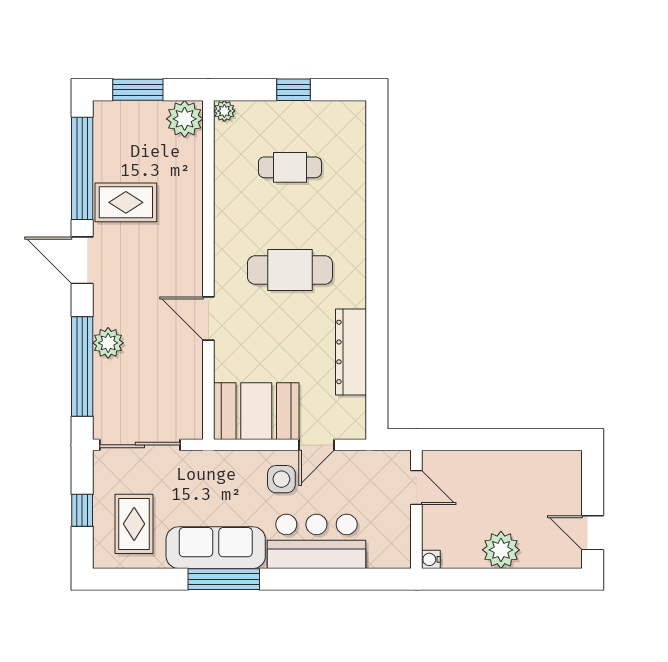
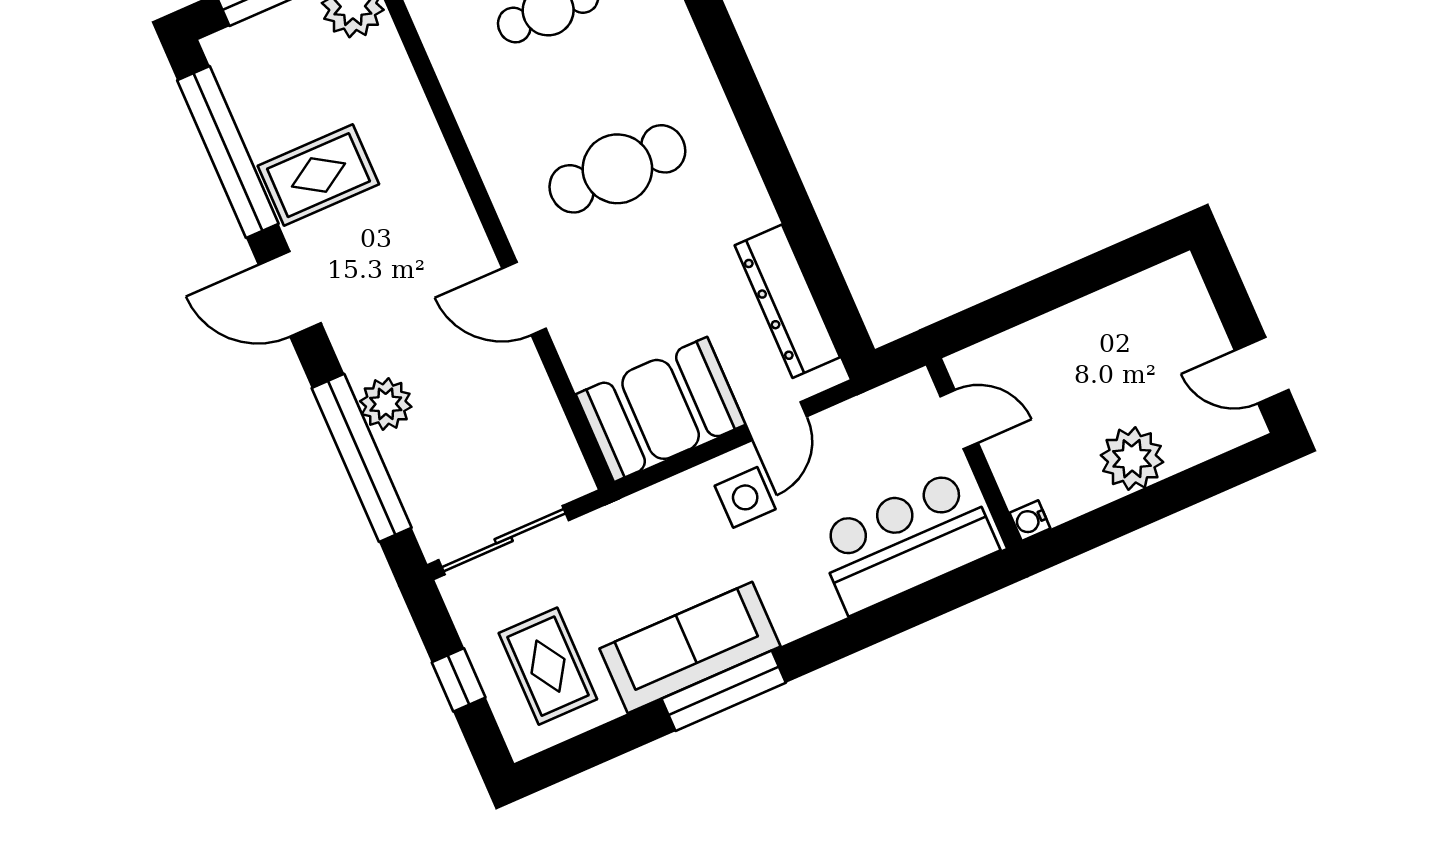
dresser: (351, 352) -> (787, 301), moved
bar counter: (316, 541) -> (906, 541), moved

